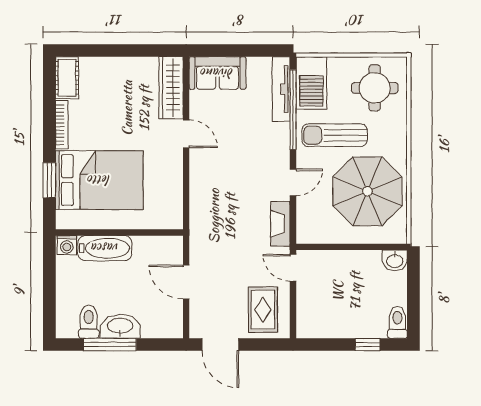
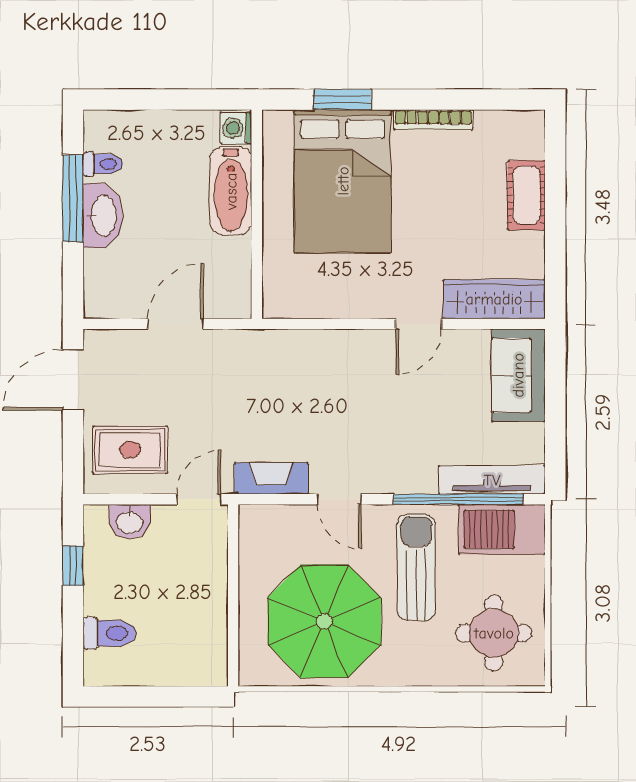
cot: (67, 78) -> (526, 195), moved, turned 90
washbasin: (395, 260) -> (130, 522), moved, turned -90
toilet: (89, 322) -> (103, 164), width x0.73, depth x0.72
toilet: (397, 322) -> (109, 633), moved
window: (368, 345) -> (73, 566), moved

